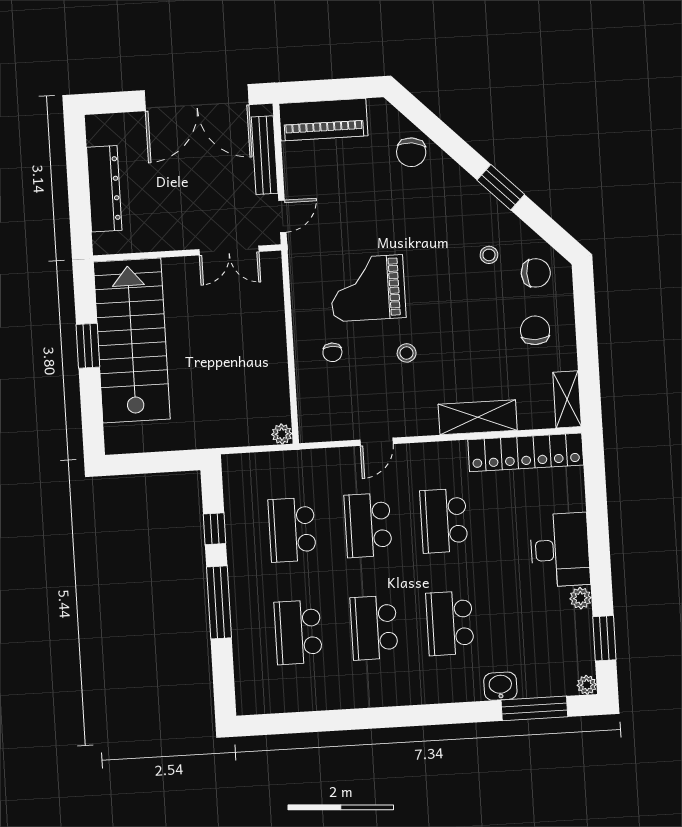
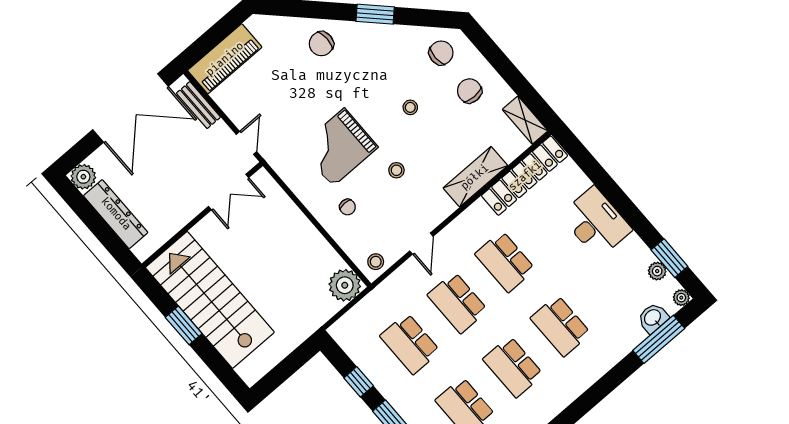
plant: (101, 129) -> (83, 177), added
chair: (411, 152) -> (321, 44), moved, turned 83
bench: (265, 155) -> (198, 105), width x0.73
stool: (489, 255) -> (410, 107), moved
stool: (319, 426) -> (376, 262), added
plant: (282, 434) -> (345, 285), width x1.88, depth x1.88
plant: (580, 598) -> (657, 271), moved
washbasin: (500, 686) -> (653, 318), moved

